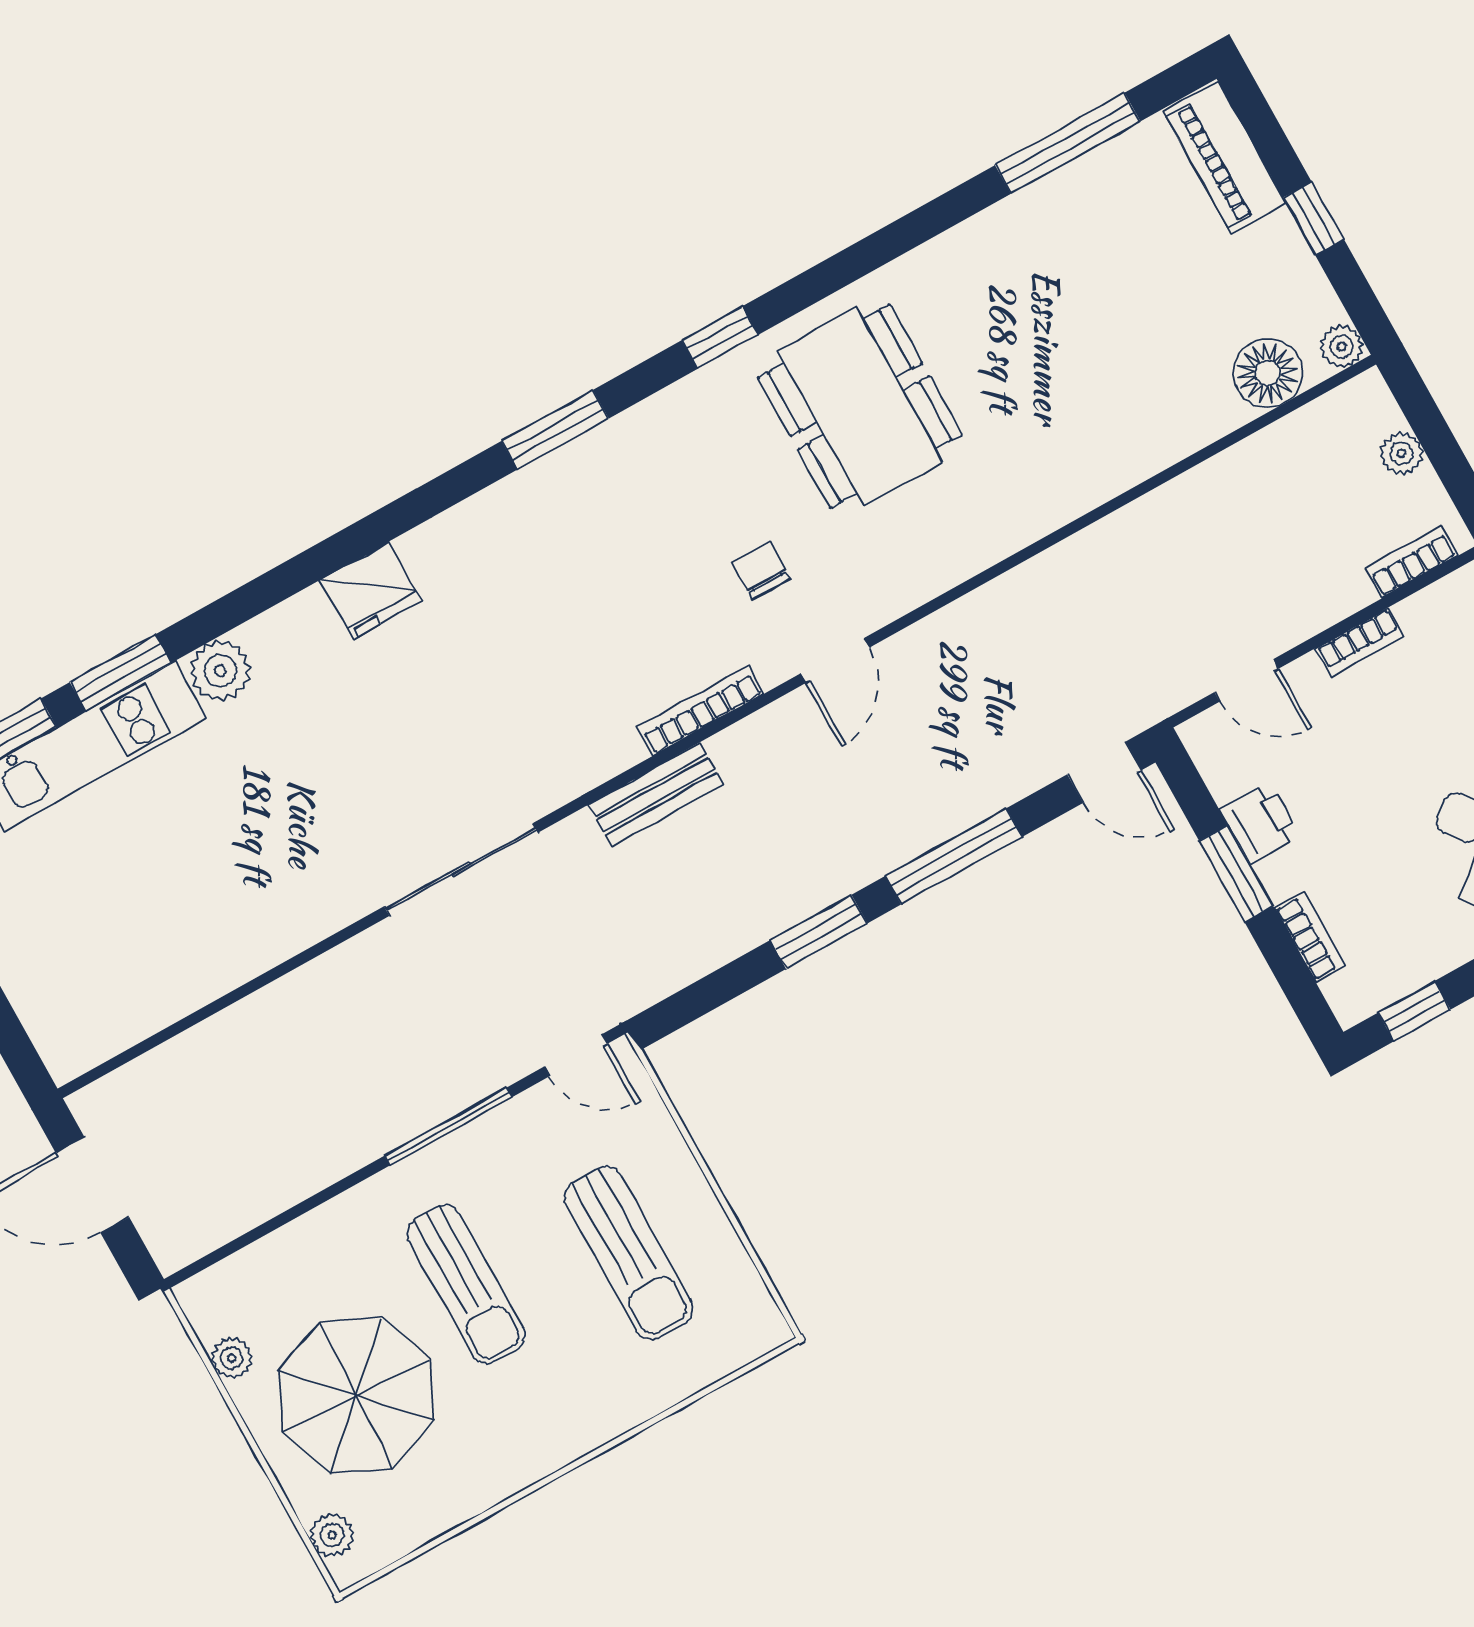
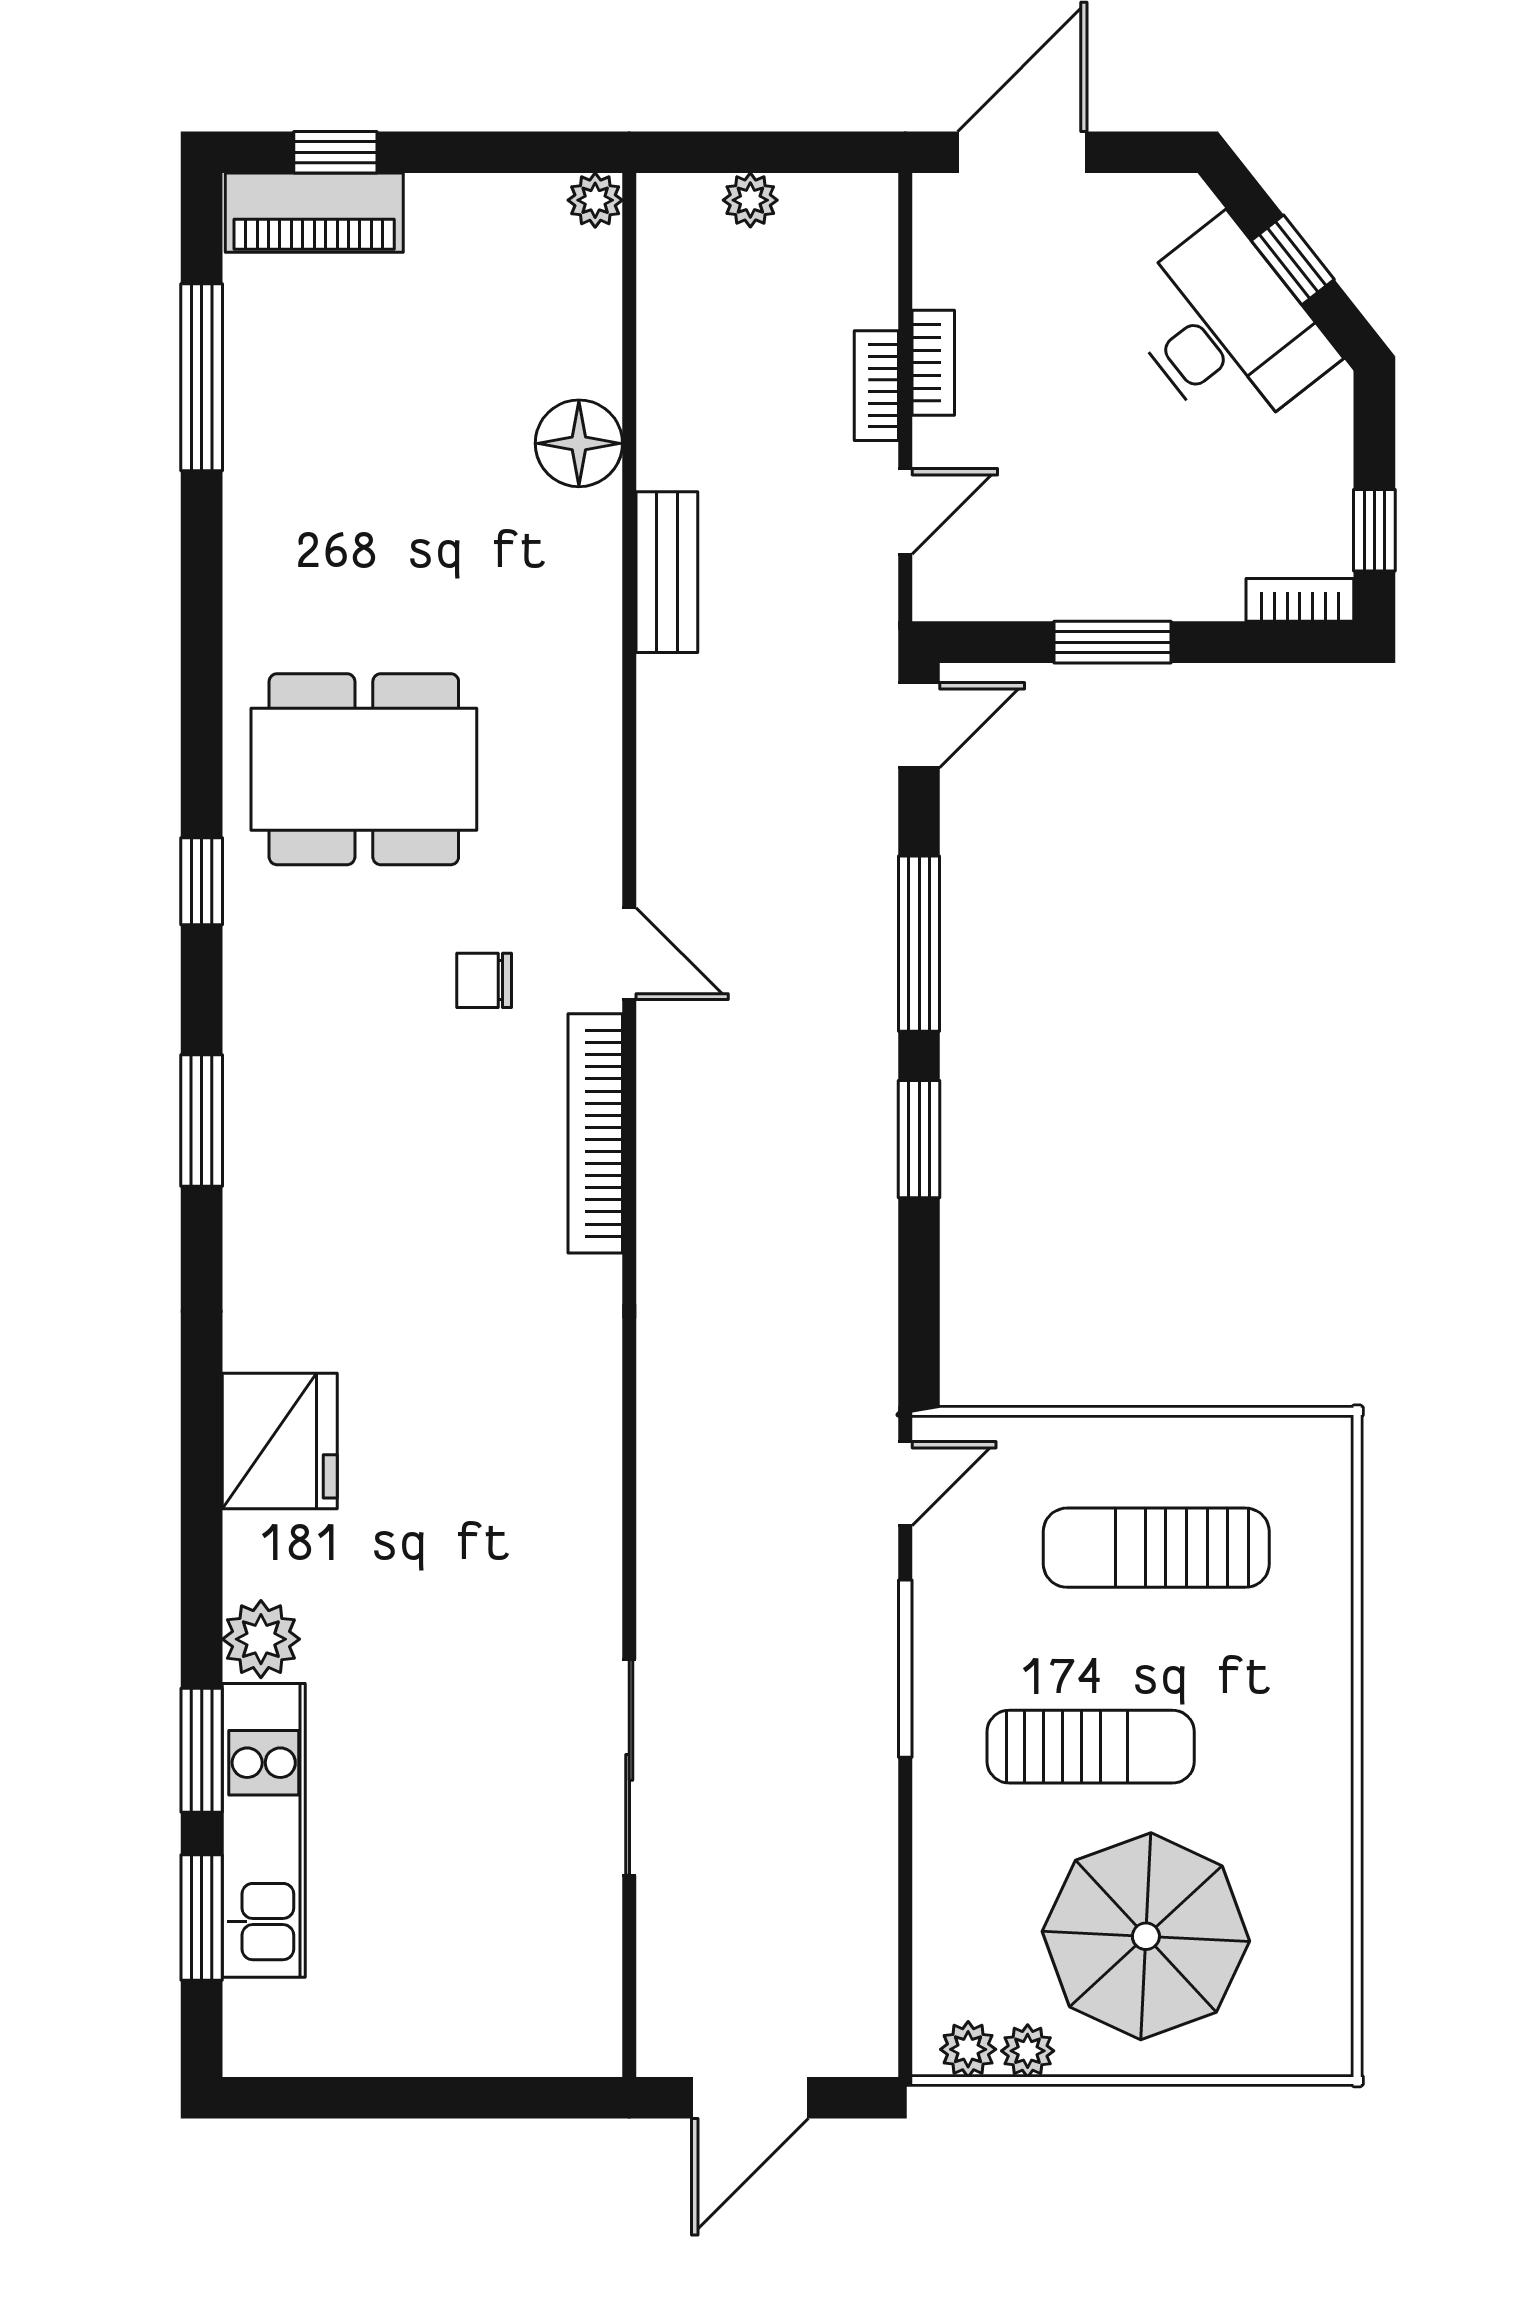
window: (1313, 219) -> (335, 152), moved
floor lamp: (1268, 373) -> (579, 443), moved
bookcase: (1411, 562) -> (876, 386), moved
fridge: (371, 590) -> (280, 1441), width x1.36, depth x1.34
bookcase: (700, 711) -> (595, 1133), width x1.48, depth x1.31
bench: (656, 795) -> (667, 572), moved
printer: (1260, 823) -> (1071, 585), removed
sliding door: (461, 869) -> (629, 1767), moved
bookcase: (1310, 937) -> (1300, 600), moved
sun lounger: (628, 1253) -> (1156, 1548), turned 180
plant: (332, 1535) -> (968, 2049), moved

